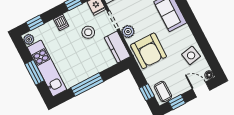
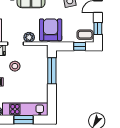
kitchen counter: (117, 47) -> (36, 51), removed
armchair: (149, 51) -> (51, 30), turned -90
window: (87, 85) -> (52, 71), moved

